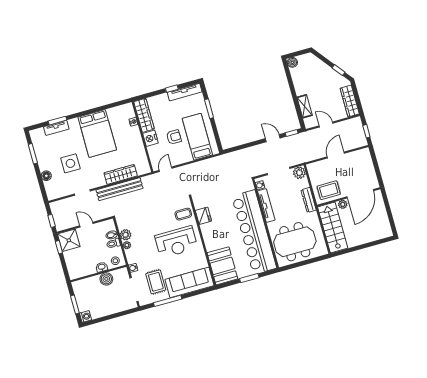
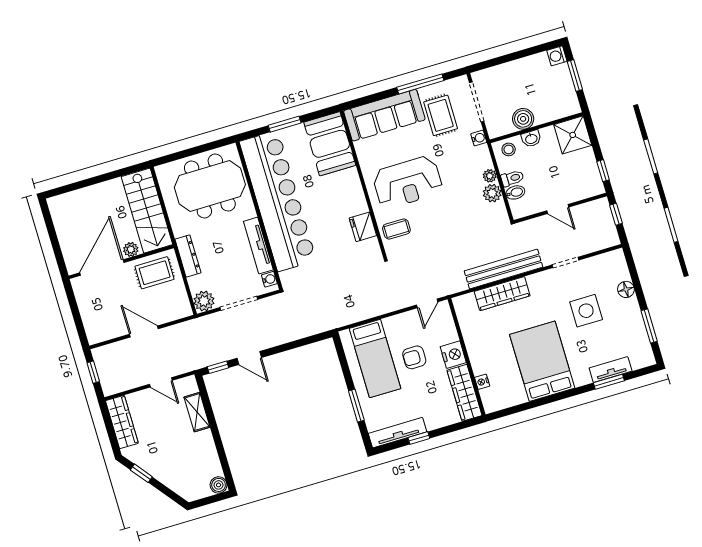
door: (336, 155) -> (144, 332), swing flipped
shower: (69, 240) -> (573, 135), moved
reception desk: (176, 242) -> (408, 182), turned 180

